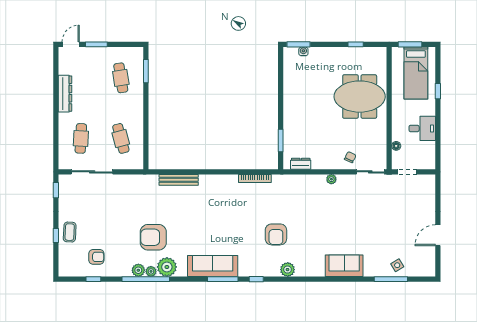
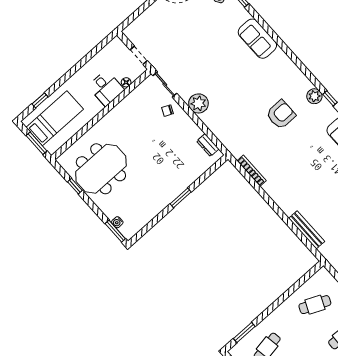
window: (438, 91) -> (40, 100), moved
meeting table: (360, 97) -> (101, 169), moved, turned 90
desk: (422, 128) -> (106, 88), moved, turned 180
cafe table: (121, 138) -> (315, 305), turned 39
window: (281, 141) -> (181, 198), moved
plant: (331, 179) -> (198, 103), width x1.88, depth x1.88
plant: (288, 270) -> (314, 96), moved

